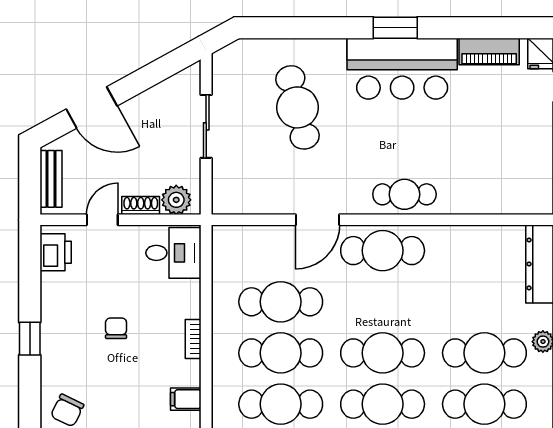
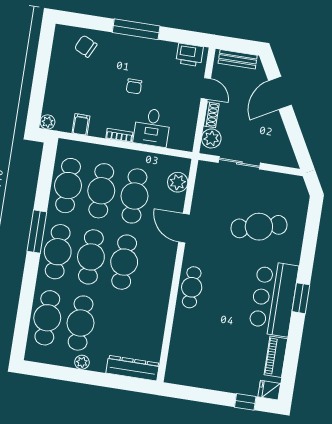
sliding door: (206, 126) -> (239, 163), moved
plant: (250, 240) -> (178, 182), added
cafe table: (383, 251) -> (124, 262), moved
desk: (173, 253) -> (152, 127), moved
chair: (116, 328) -> (134, 86), turned 90
window: (30, 339) -> (136, 29), width x2.17

